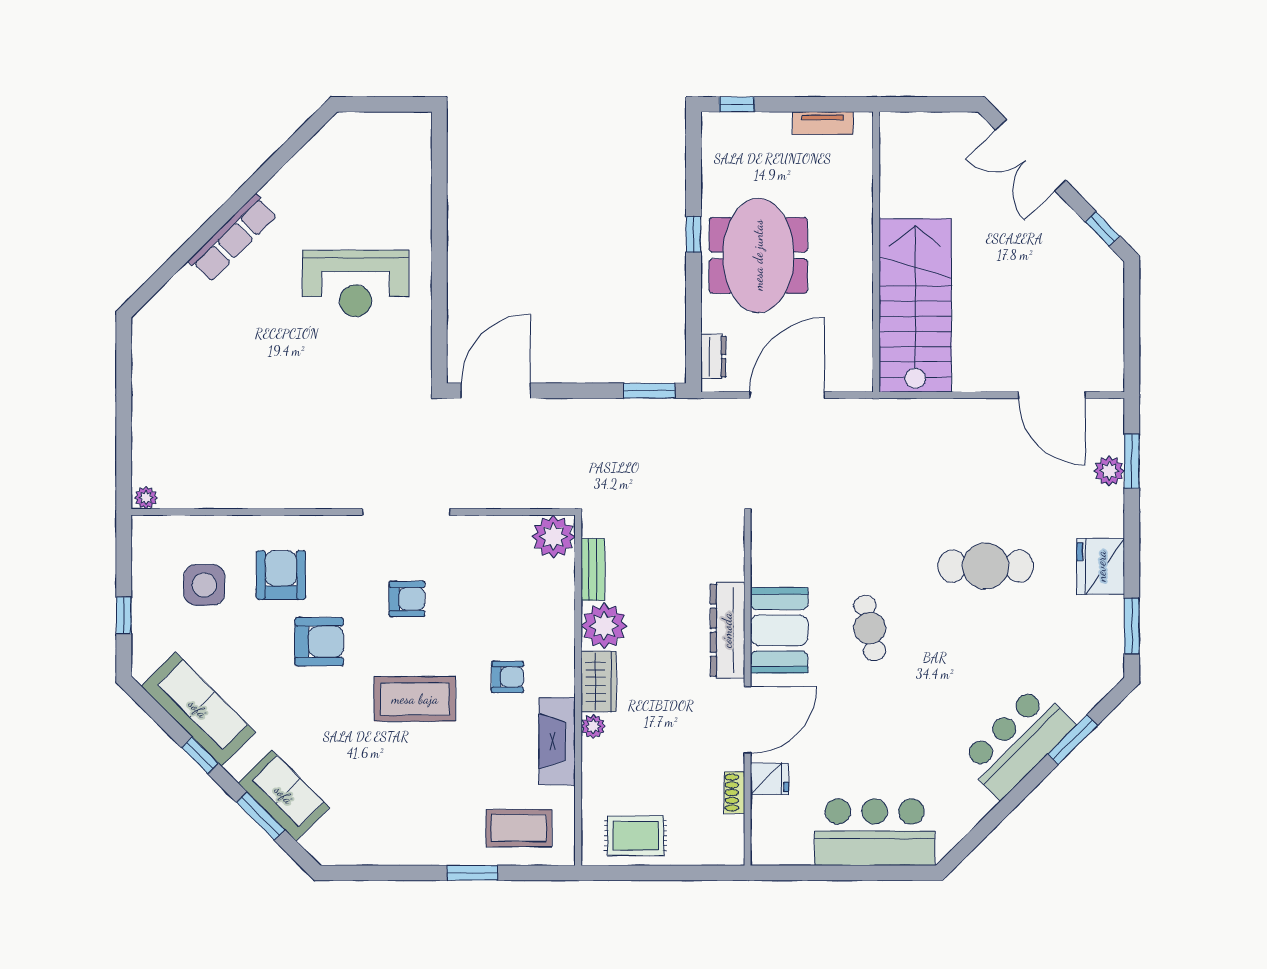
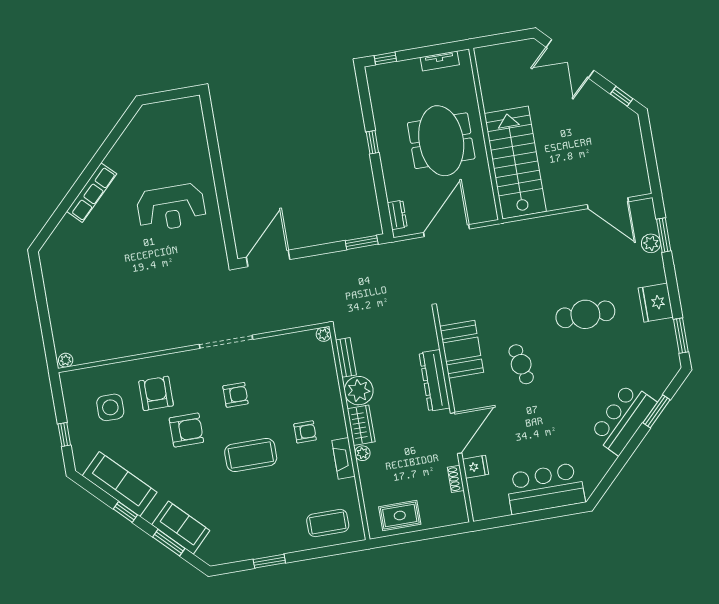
meeting table: (758, 255) -> (441, 141), moved
plant: (553, 537) -> (324, 334), width x0.53, depth x0.53
booth: (779, 630) -> (462, 349), moved
fireplace: (557, 741) -> (343, 458), width x0.73, depth x0.76
window: (472, 873) -> (269, 561), moved

